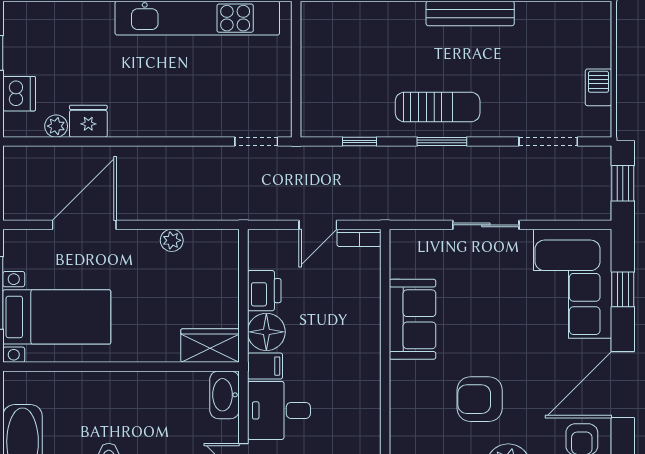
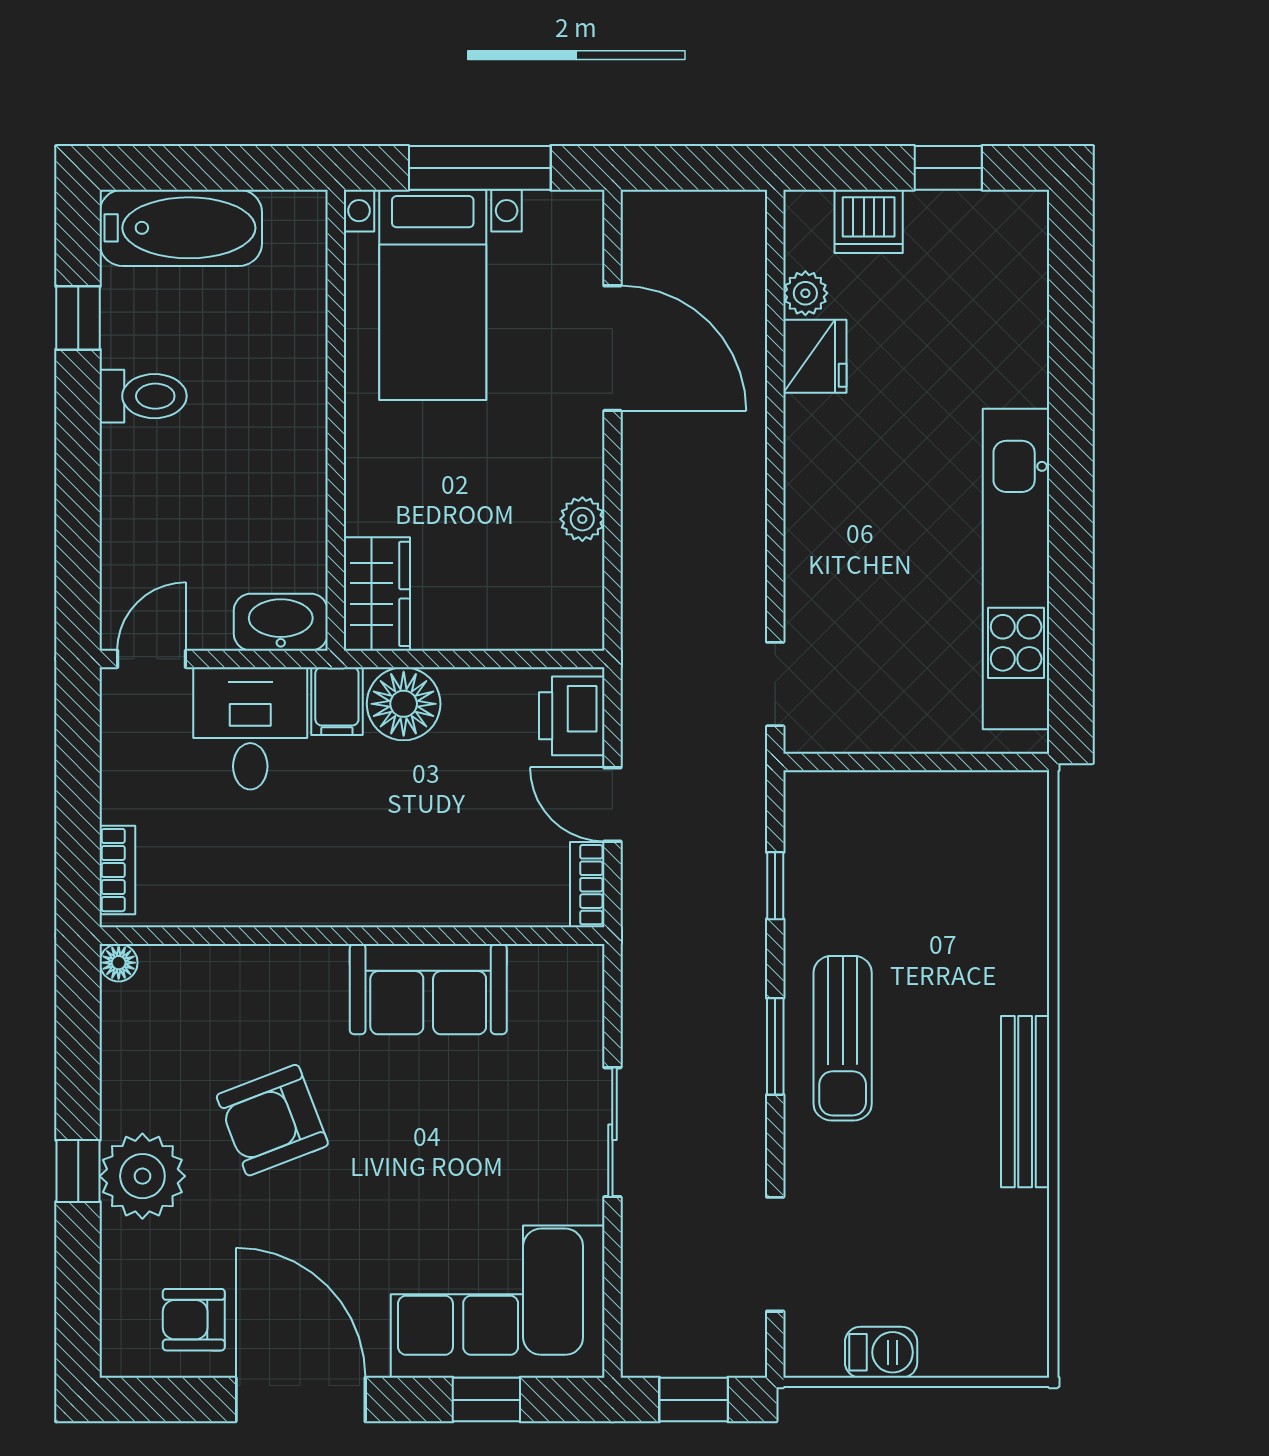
printer: (264, 291) -> (572, 716), moved, turned 90
armchair: (480, 399) -> (272, 1120), turned -111

